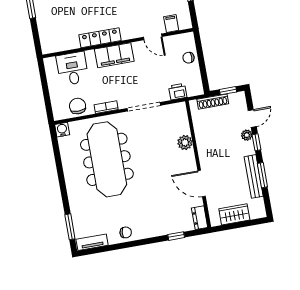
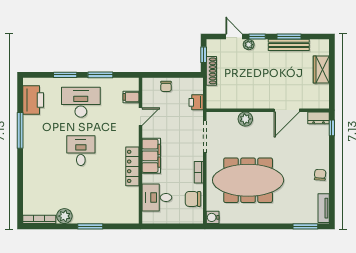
plant: (185, 142) -> (245, 119), moved
wall: (198, 164) -> (268, 110), moved
door: (202, 184) -> (287, 110), moved
dresser: (200, 218) -> (319, 118), moved

